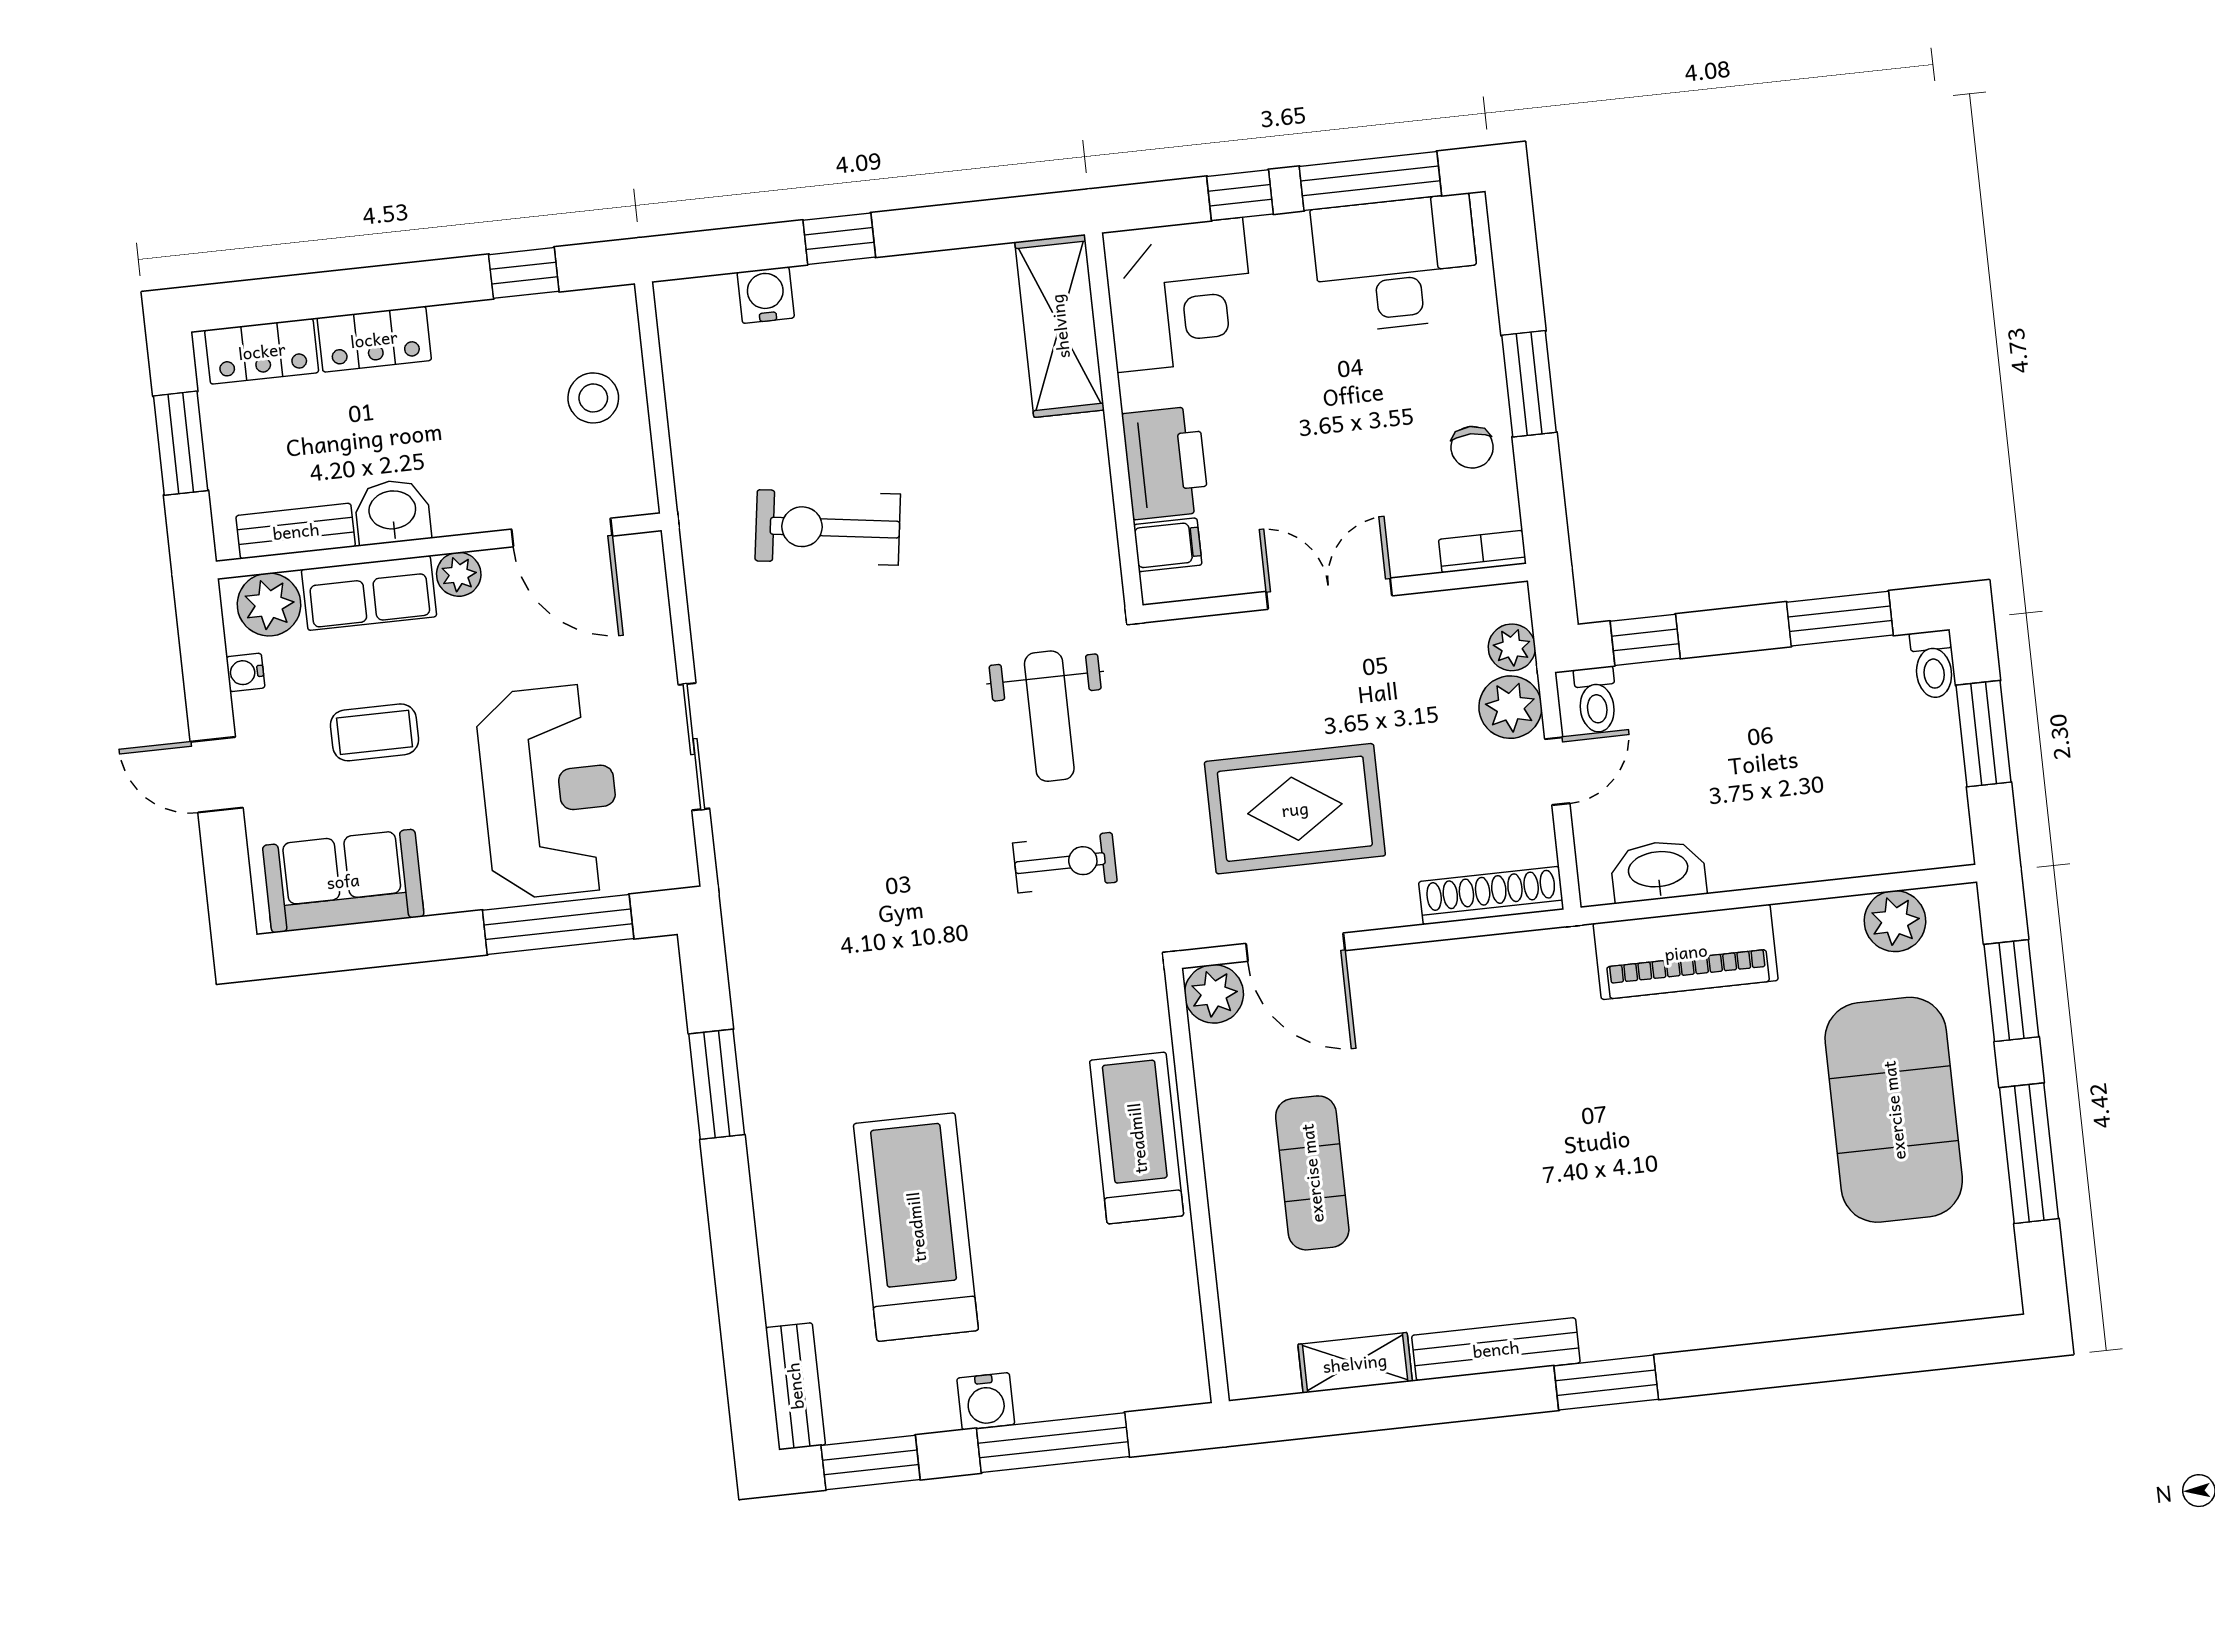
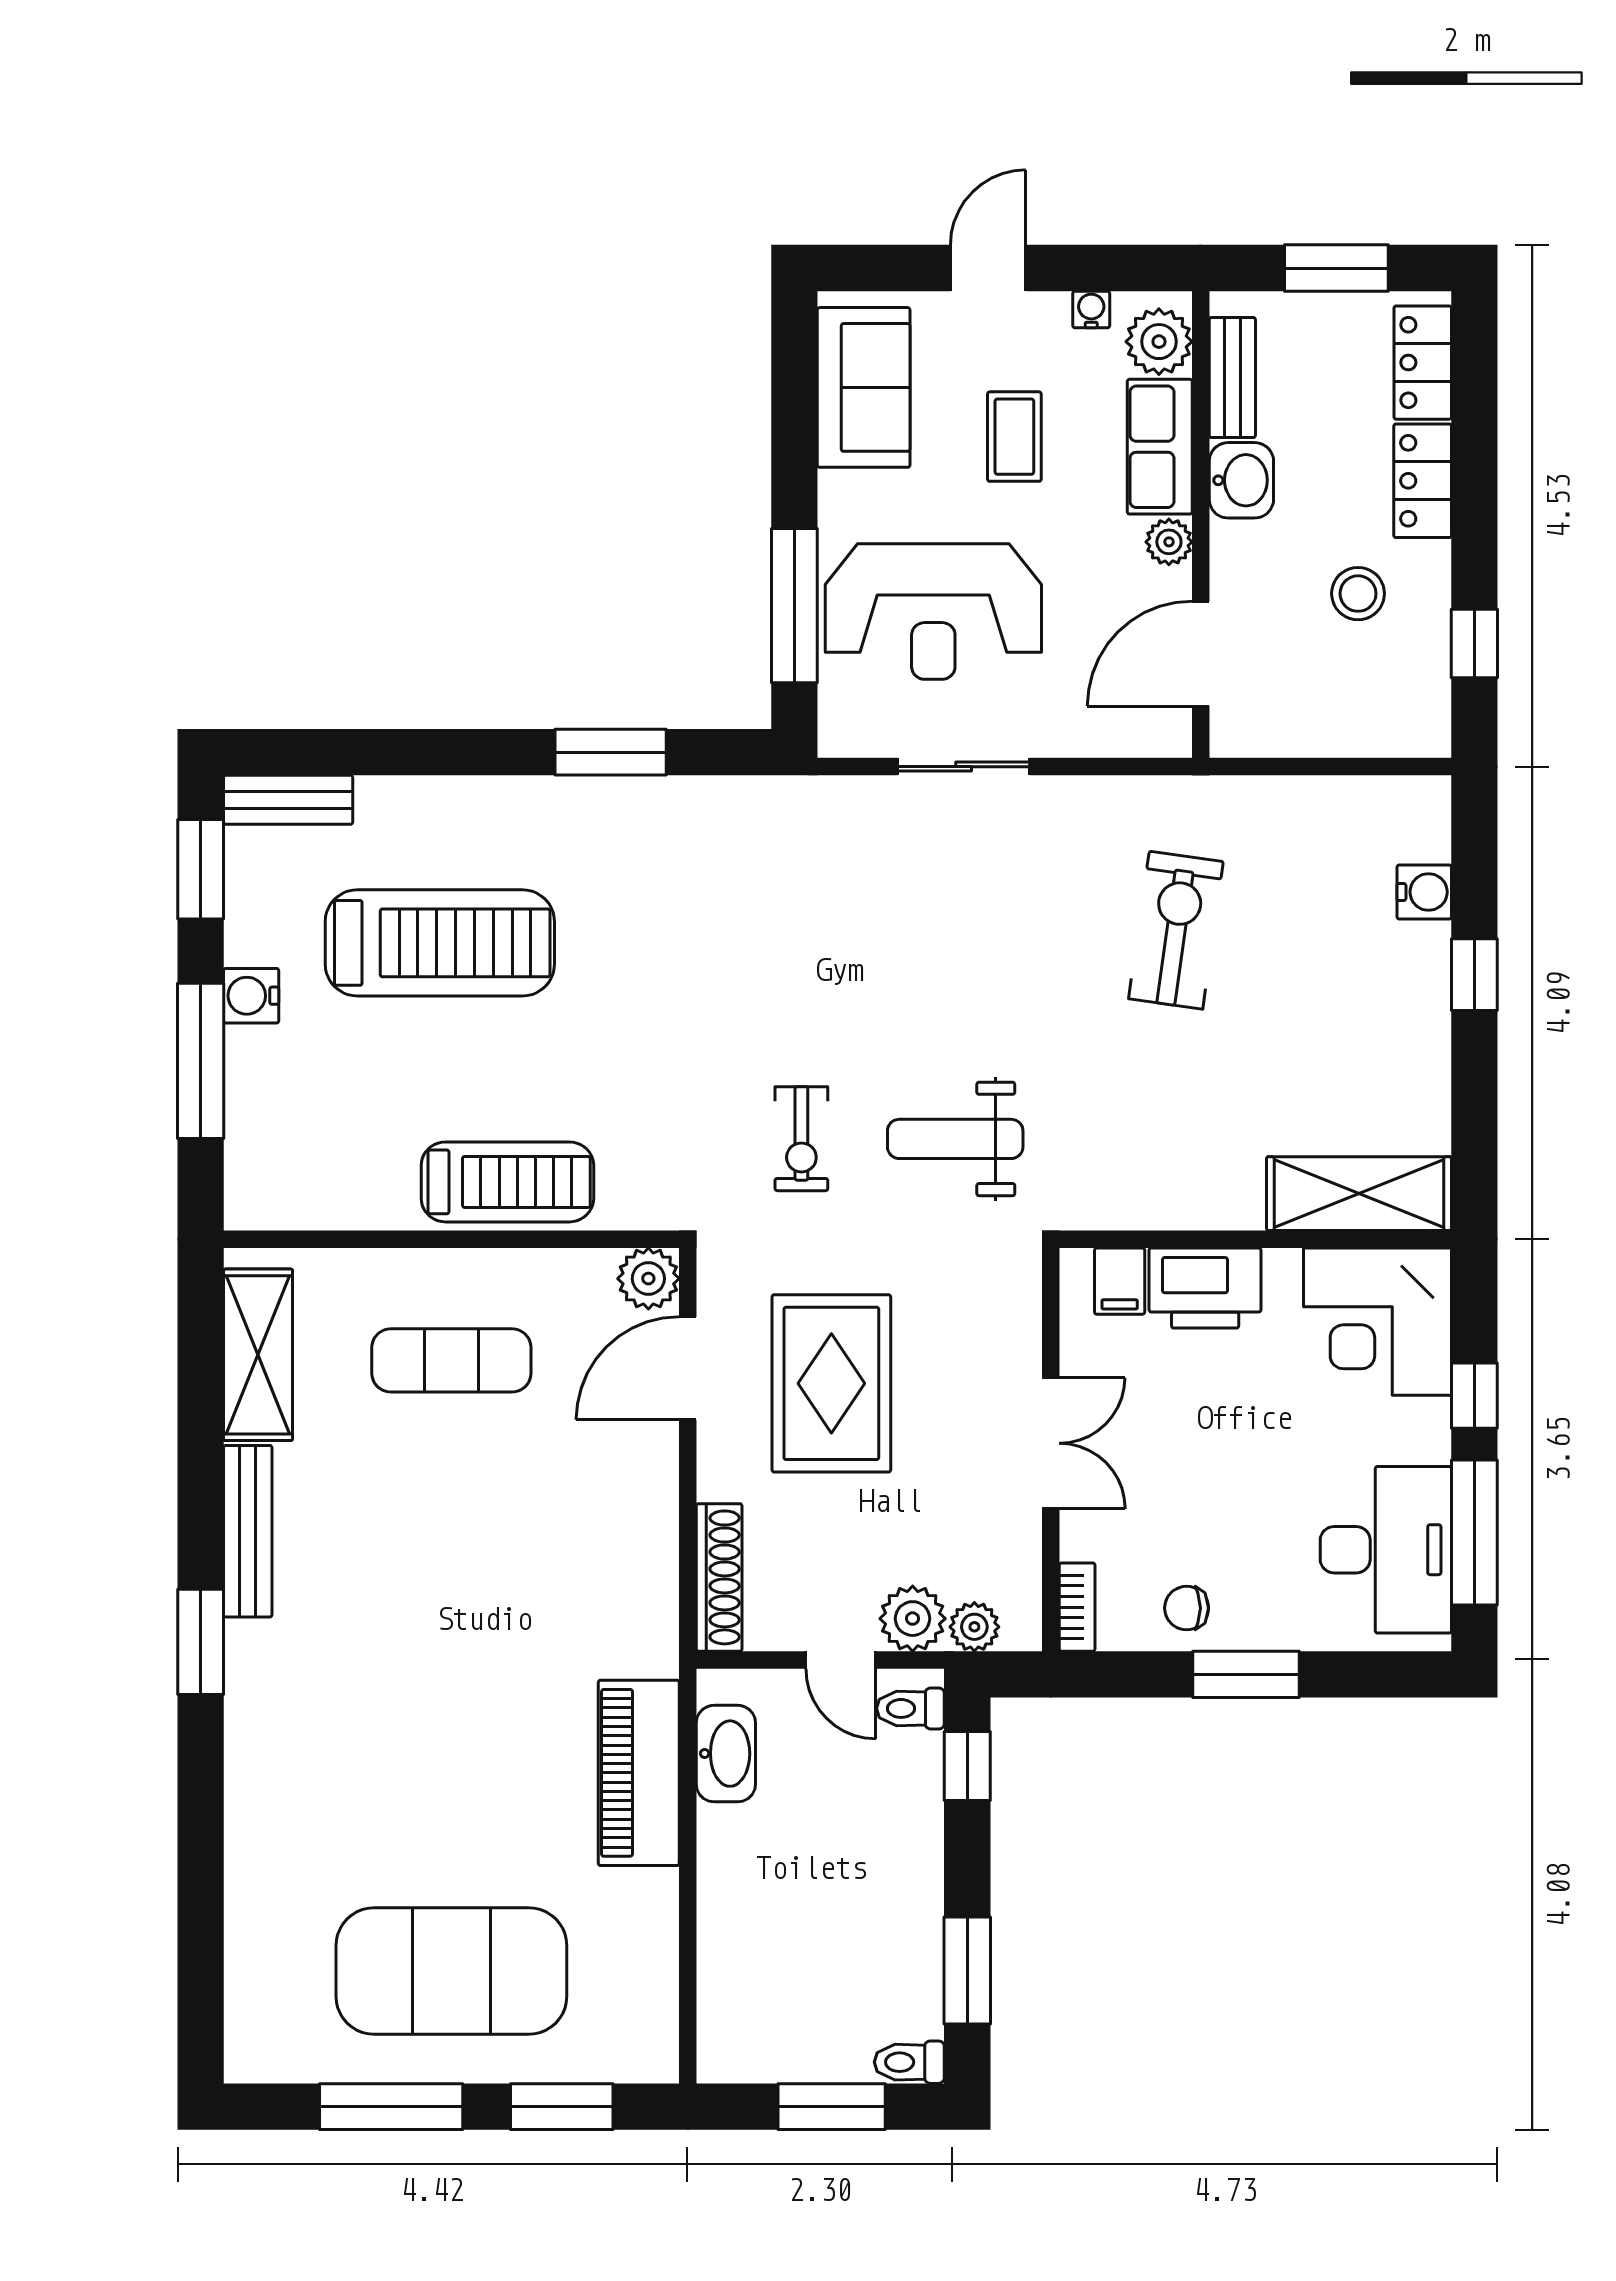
stool: (593, 398) -> (1358, 594), moved
plant: (1895, 921) -> (647, 1994), removed
shelving: (1355, 1363) -> (258, 1355), width x1.50, depth x1.33

